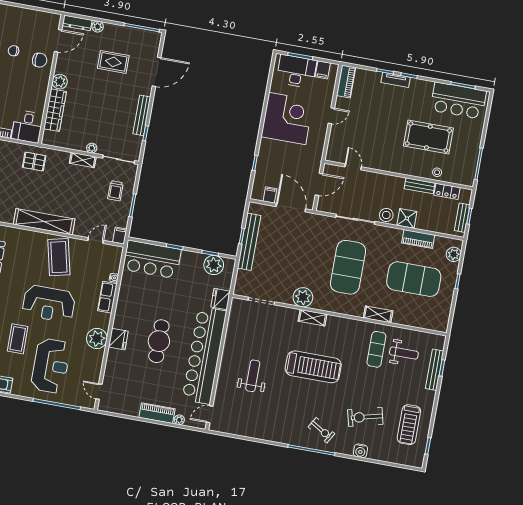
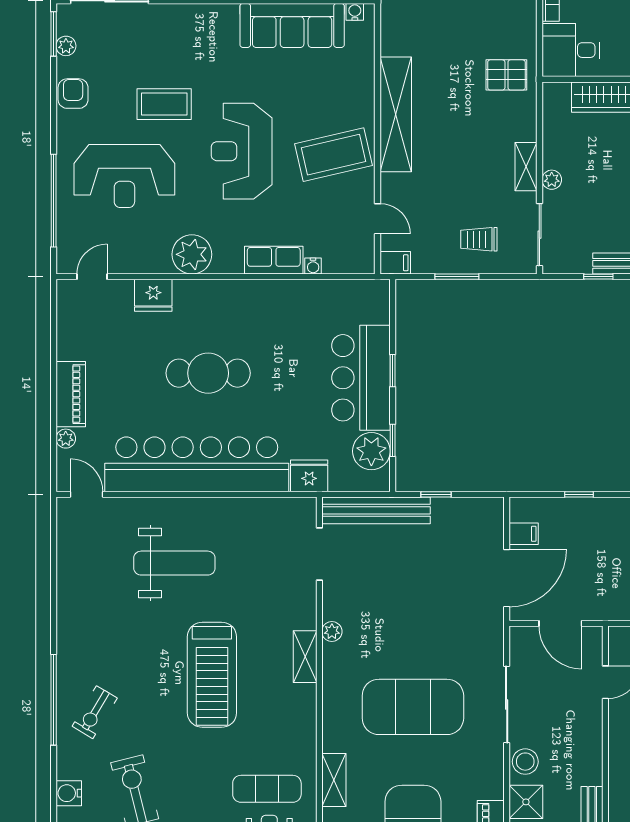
pallet: (34, 162) -> (506, 75), turned 90
bench: (249, 242) -> (376, 510), moved
bar counter: (152, 259) -> (361, 378), moved
plant: (303, 297) -> (332, 631), width x0.53, depth x0.53
fridge: (118, 339) -> (153, 295), moved
weight bench: (253, 376) -> (174, 563), width x1.36, depth x1.33

